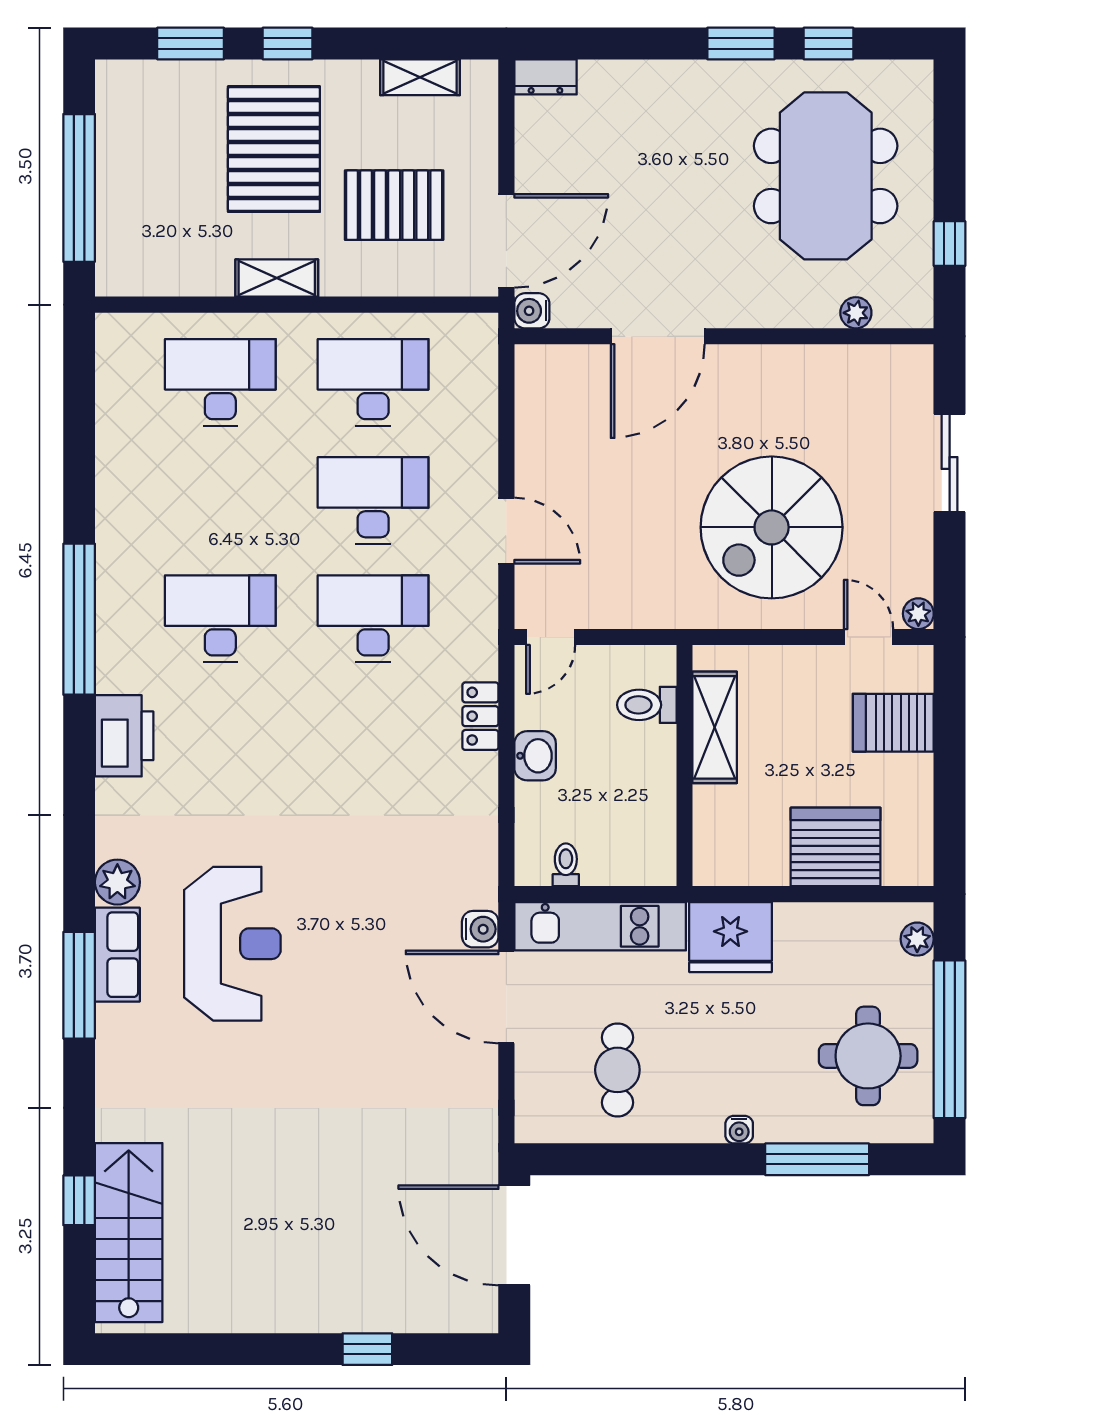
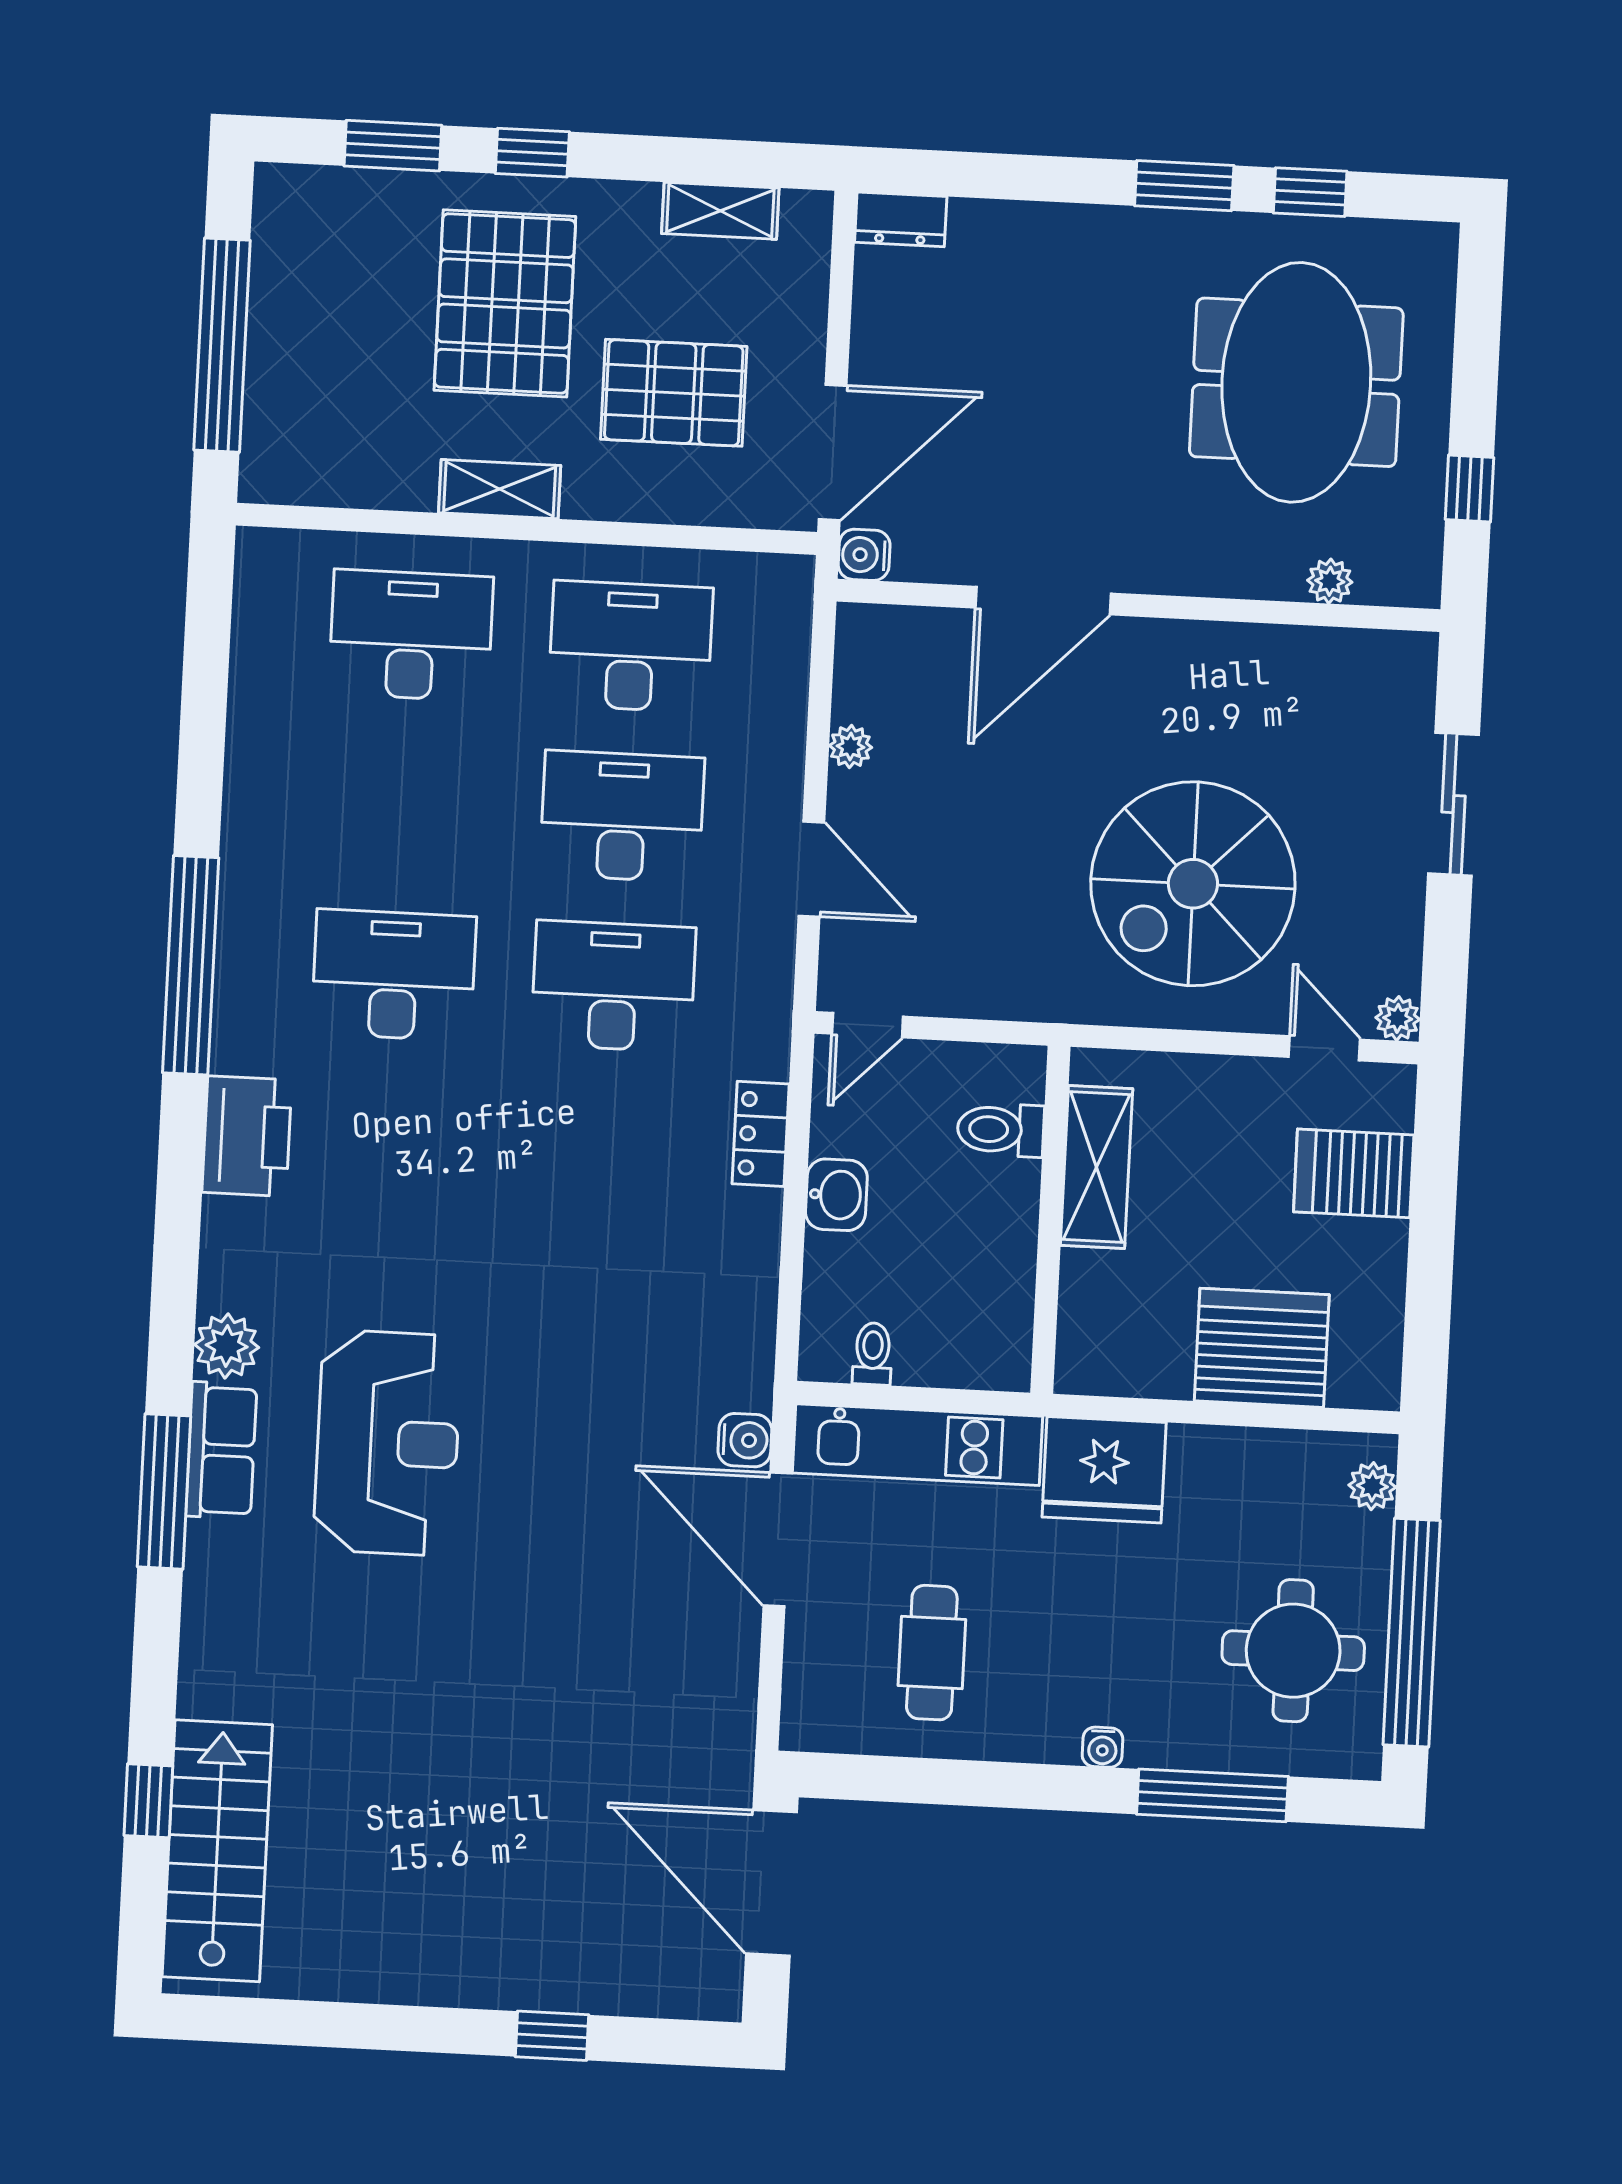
plant: (529, 444) -> (850, 747), added

